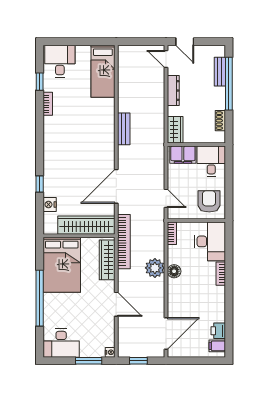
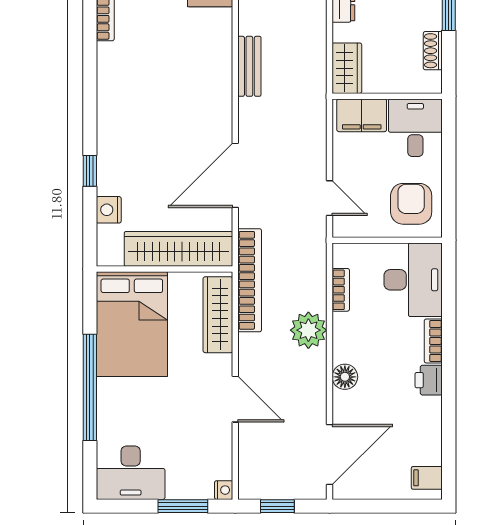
bookcase: (172, 233) -> (341, 290), moved
floor lamp: (174, 271) -> (345, 377), moved
printer: (218, 331) -> (429, 380), moved

